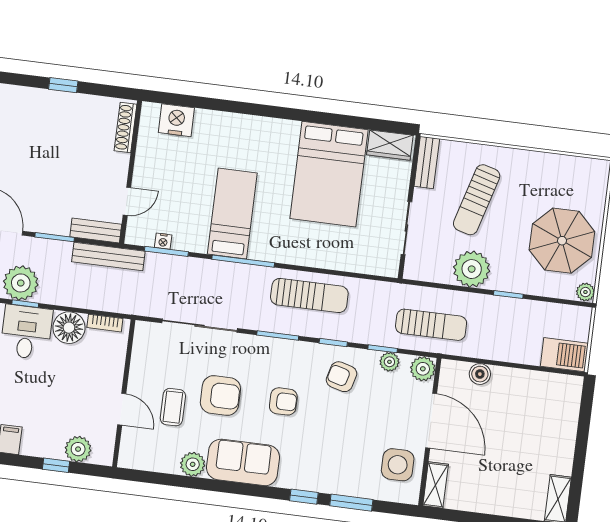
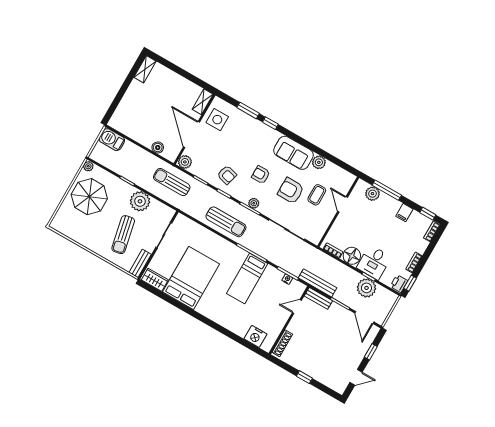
sun lounger: (477, 200) -> (123, 235), turned 152
sun lounger: (309, 295) -> (226, 222), turned 180
plant: (389, 362) -> (254, 203), moved
window: (56, 465) -> (387, 190), width x2.17

